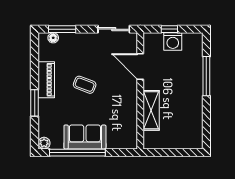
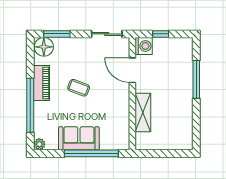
floor lamp: (53, 38) -> (44, 47), width x1.89, depth x1.89
washing machine: (173, 41) -> (144, 46), moved, turned -90
window: (35, 103) -> (30, 105), width x2.11
window: (77, 153) -> (91, 153), moved

